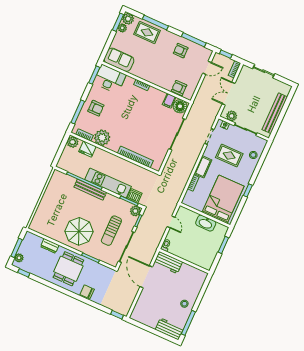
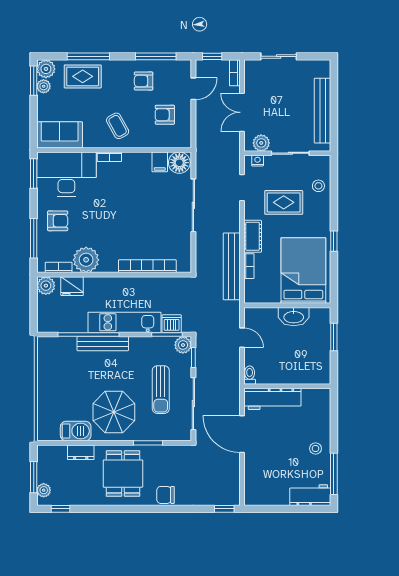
coffee table: (154, 69) -> (118, 126), added
desk: (110, 79) -> (66, 174), width x1.36, depth x1.30
armchair: (179, 88) -> (165, 115), moved
bench: (183, 179) -> (232, 266), added
barbecue: (52, 232) -> (76, 431), added
workbench: (168, 262) -> (272, 399), width x1.37

